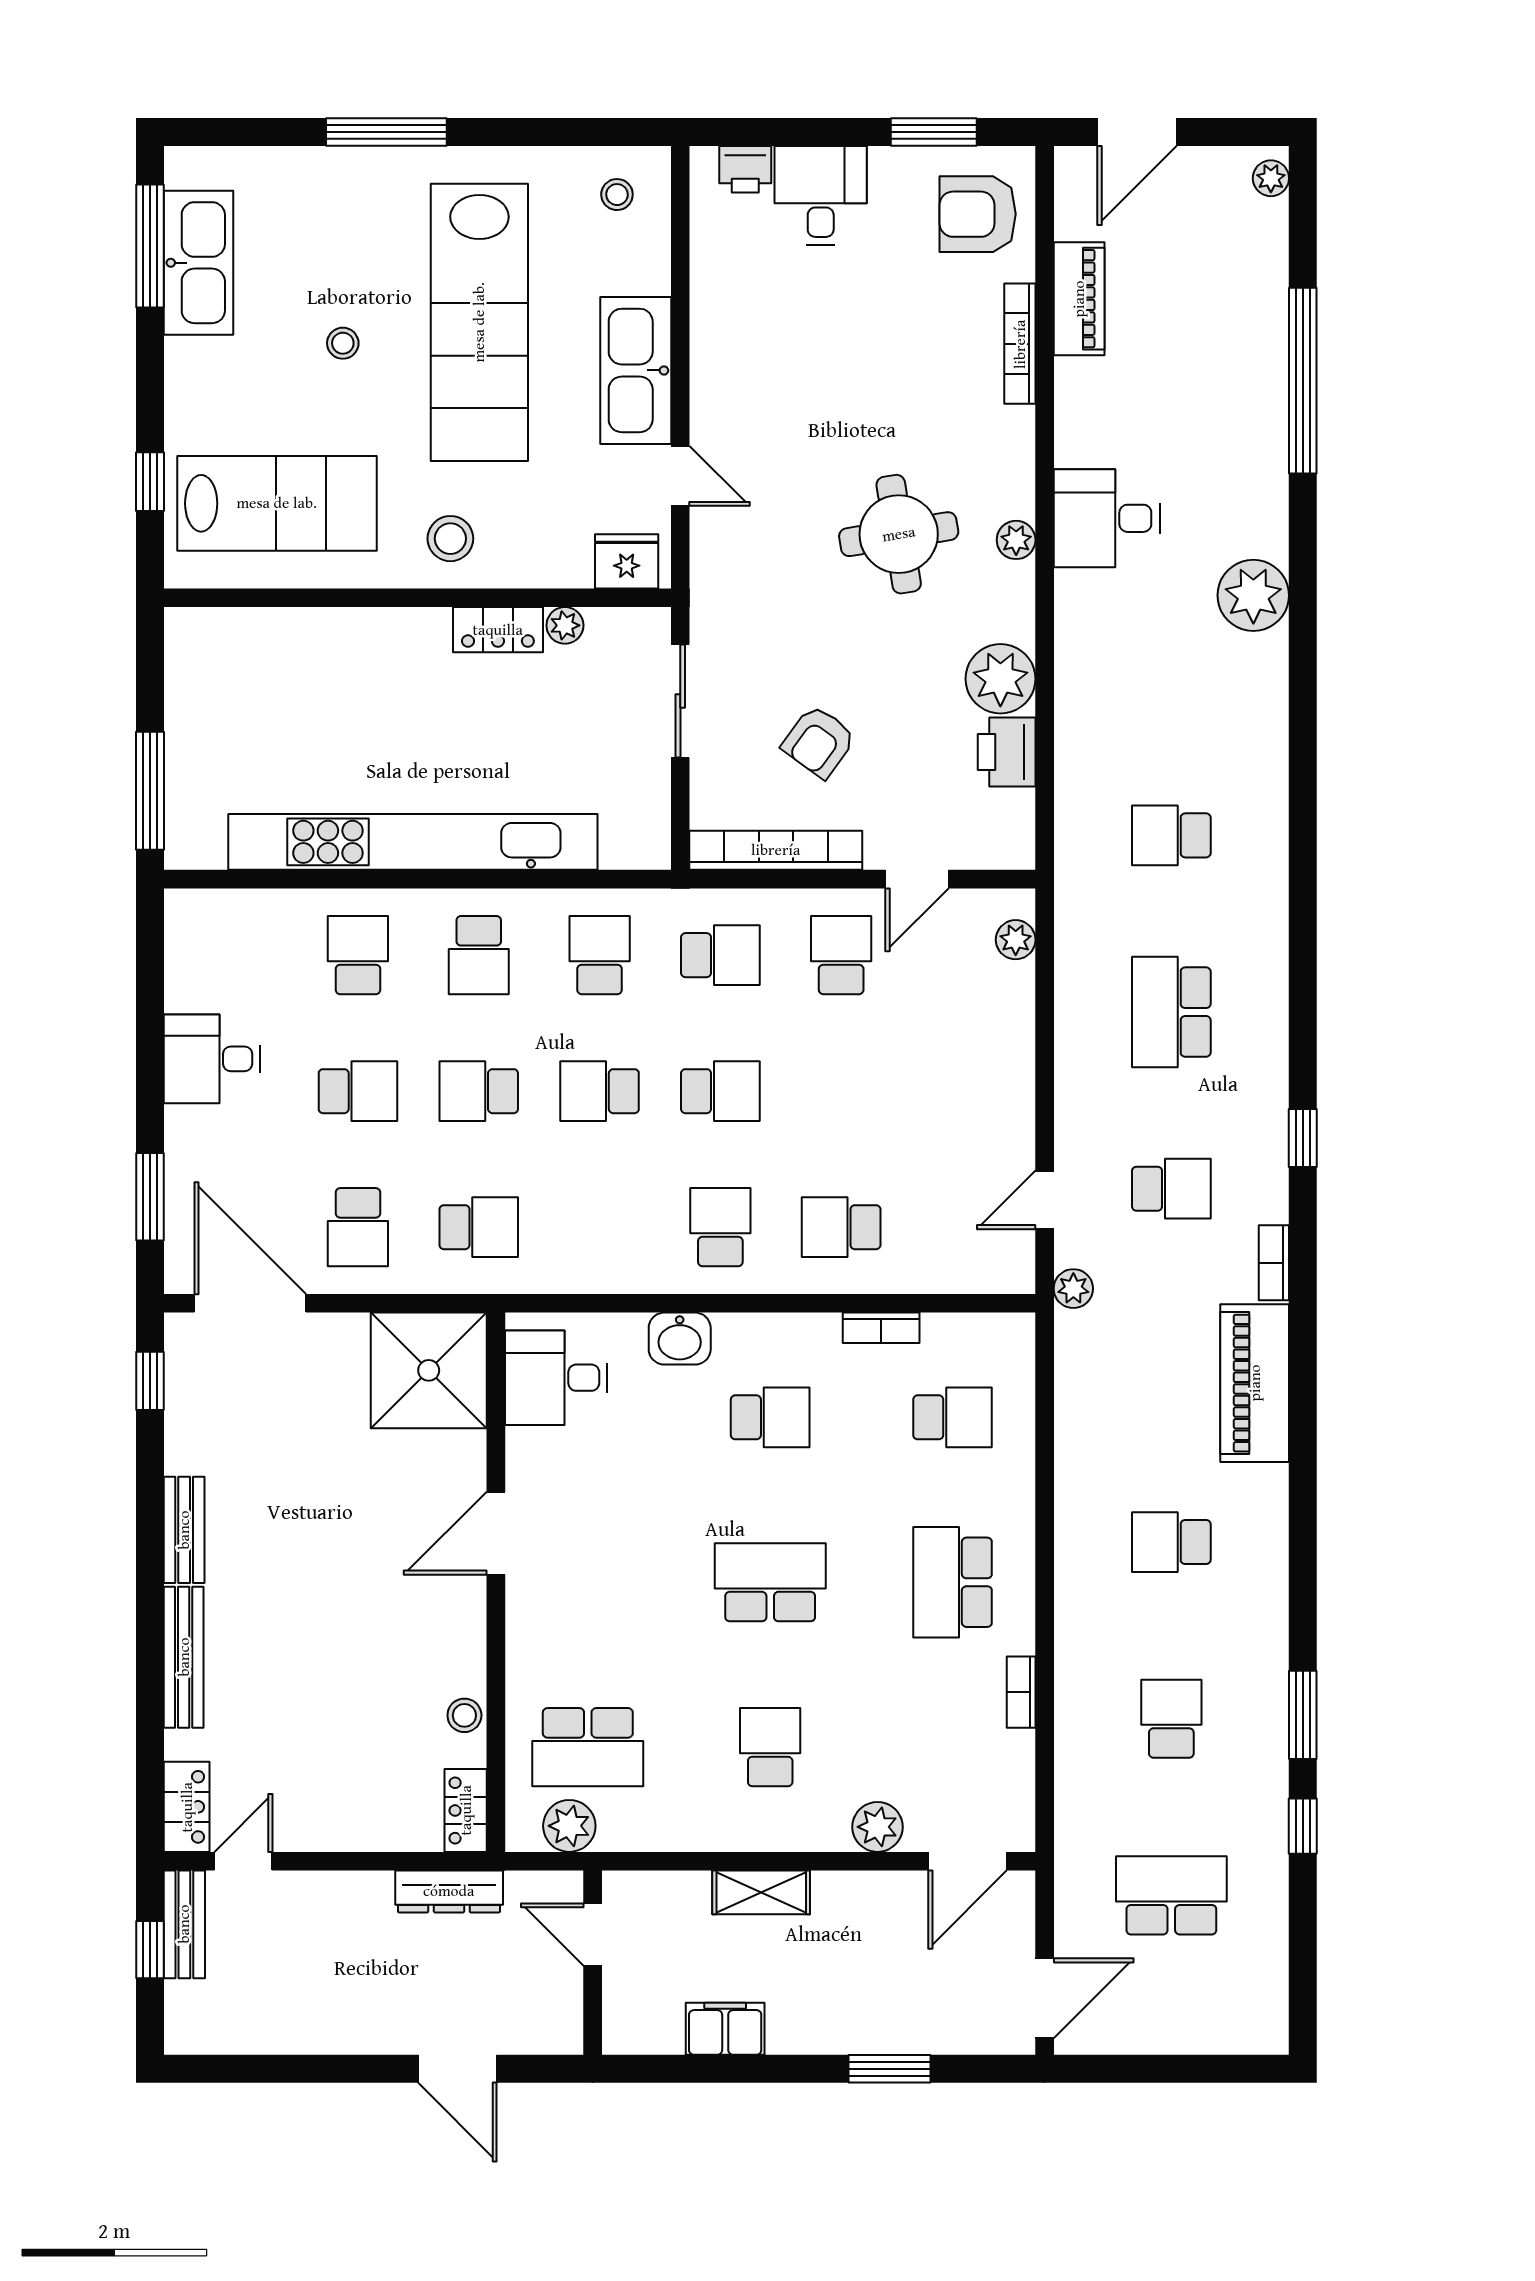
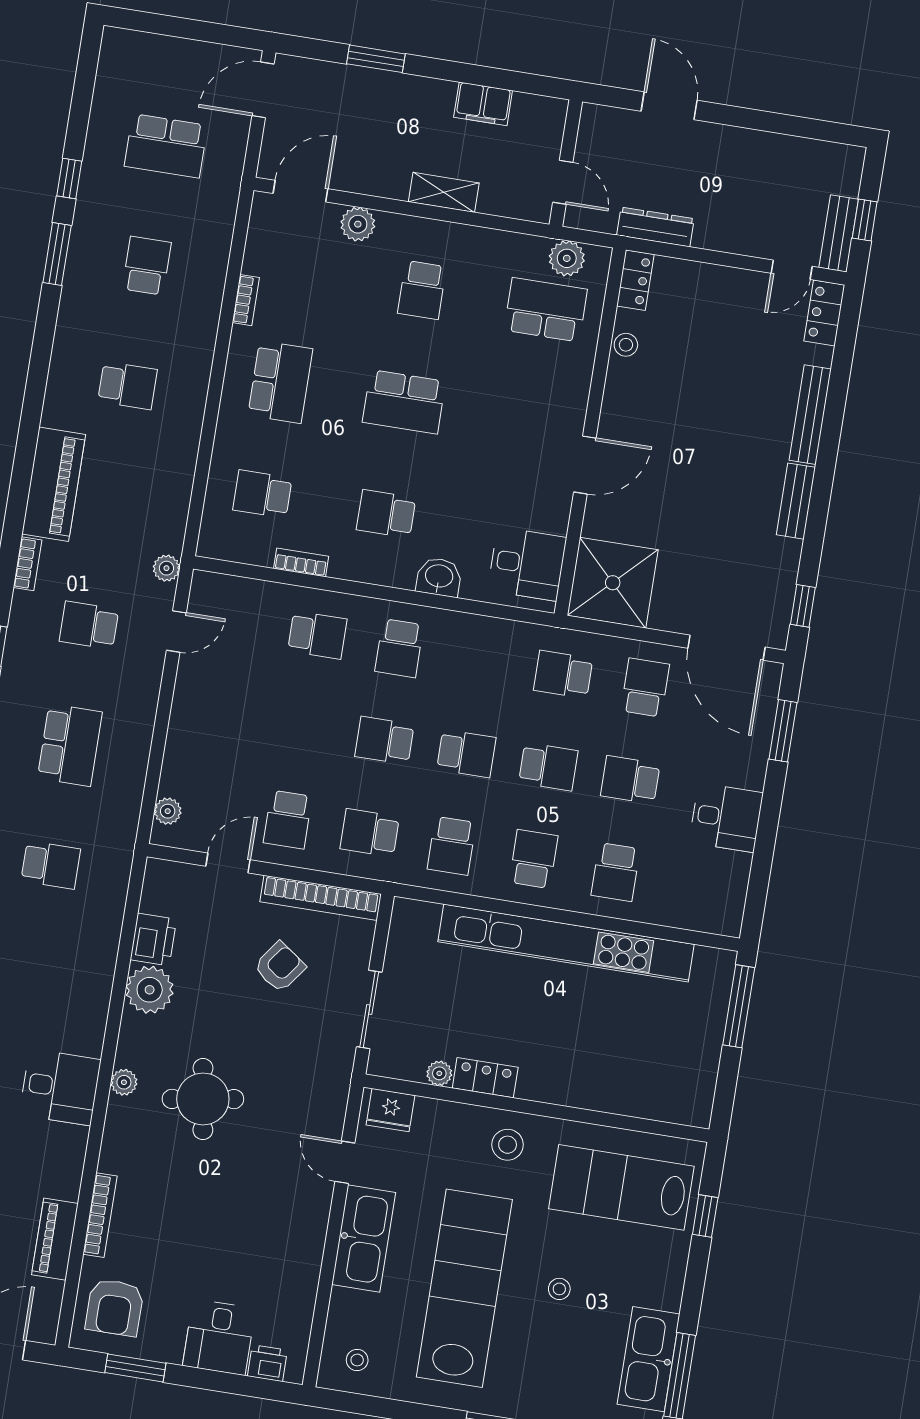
armchair: (978, 214) -> (115, 1307), turned 90
school desk: (1171, 1719) -> (147, 266), turned 180

